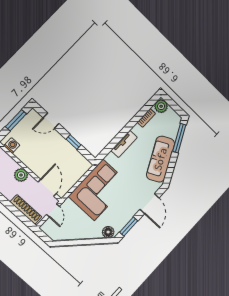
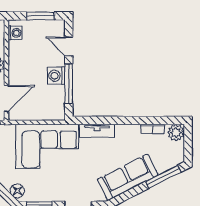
window: (74, 142) -> (69, 84), width x2.17
tv unit: (124, 144) -> (97, 131), moved
washing machine: (62, 145) -> (56, 76), added

